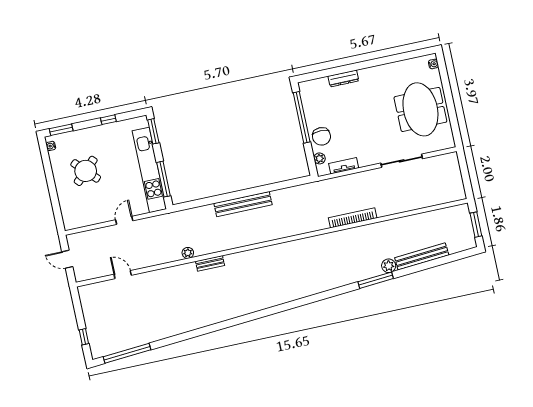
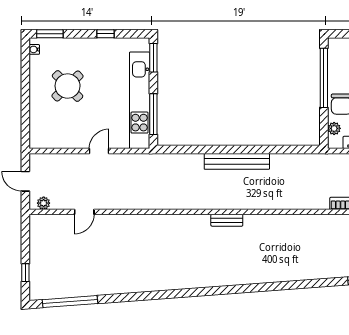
plant: (188, 253) -> (44, 203), moved
bench: (210, 263) -> (227, 220), moved
door: (123, 275) -> (84, 212), swing flipped

